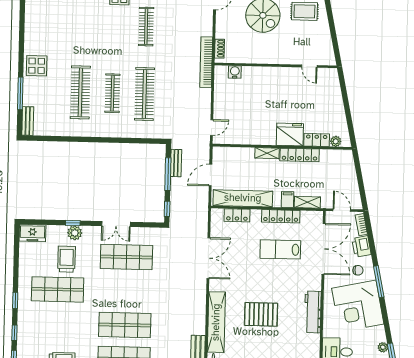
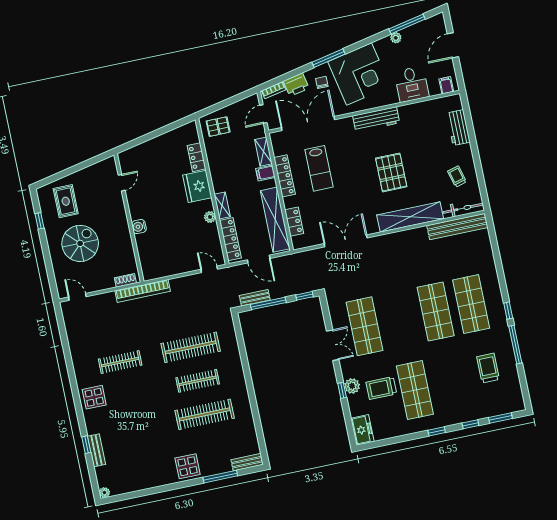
water cooler: (235, 72) -> (139, 227), moved
plant: (336, 141) -> (210, 217), moved
locker: (300, 155) -> (230, 239), moved
pallet: (340, 166) -> (218, 127), added

